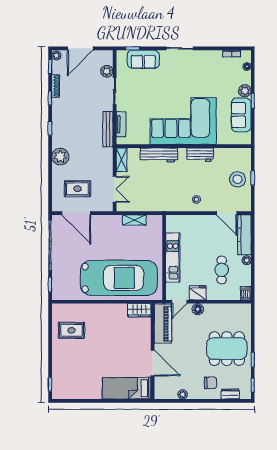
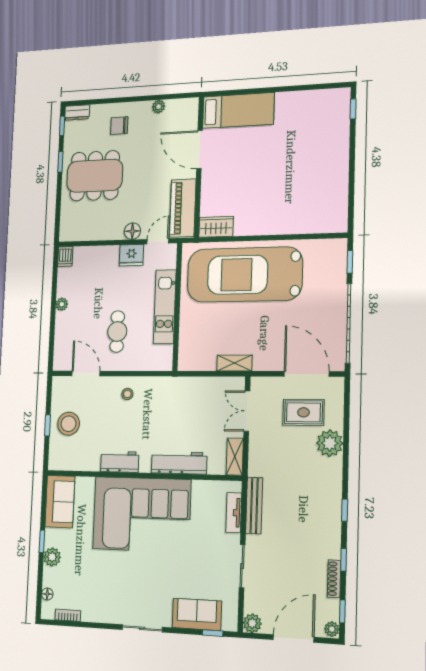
plant: (107, 71) -> (252, 623), moved
sofa: (241, 115) -> (60, 502), moved
plant: (60, 157) -> (330, 443), moved
shelving: (134, 220) -> (234, 363), moved
kitchen counter: (244, 235) -> (63, 341), removed
cafe table: (222, 270) -> (117, 332), moved
rug: (71, 330) -> (318, 193), removed
dresser: (230, 394) -> (77, 112), moved

